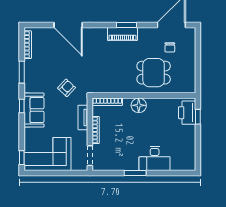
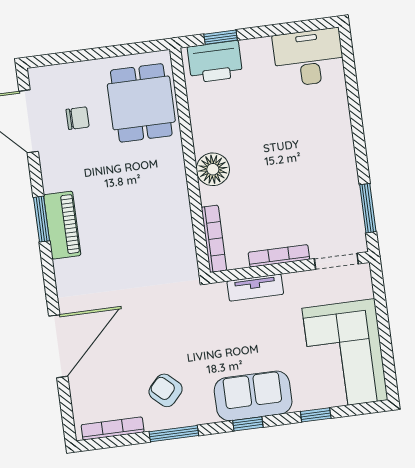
dining table: (154, 73) -> (141, 103), moved
armchair: (67, 88) -> (166, 390), moved
window: (22, 158) -> (316, 415), moved
desk: (155, 159) -> (309, 58), moved, turned -90
window: (135, 173) -> (368, 208), moved

